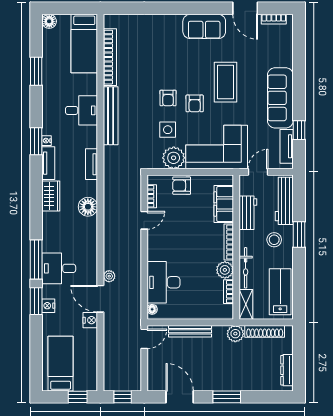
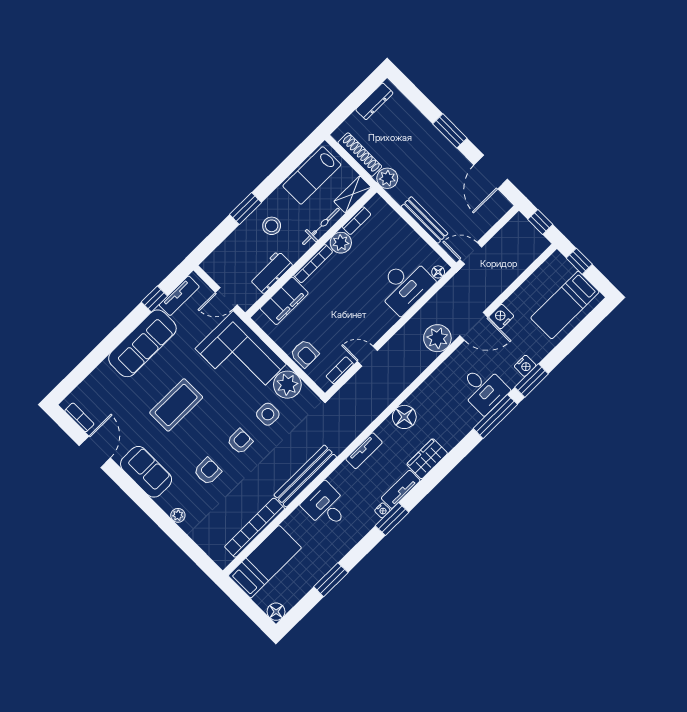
plant: (161, 20) -> (178, 515), added
armchair: (195, 103) -> (208, 471), moved
workbench: (284, 201) -> (229, 251), removed
plant: (109, 276) -> (437, 338), width x1.88, depth x1.88
door: (100, 299) -> (474, 326), hinge flipped

